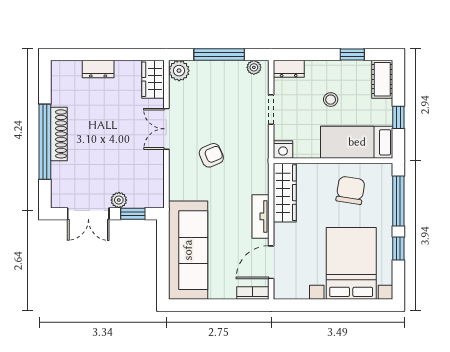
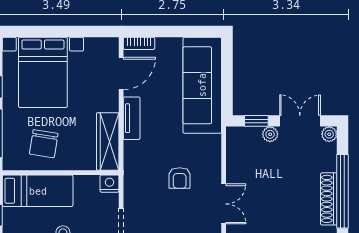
armchair: (211, 155) -> (180, 178), turned -67
plant: (58, 200) -> (329, 134), added

